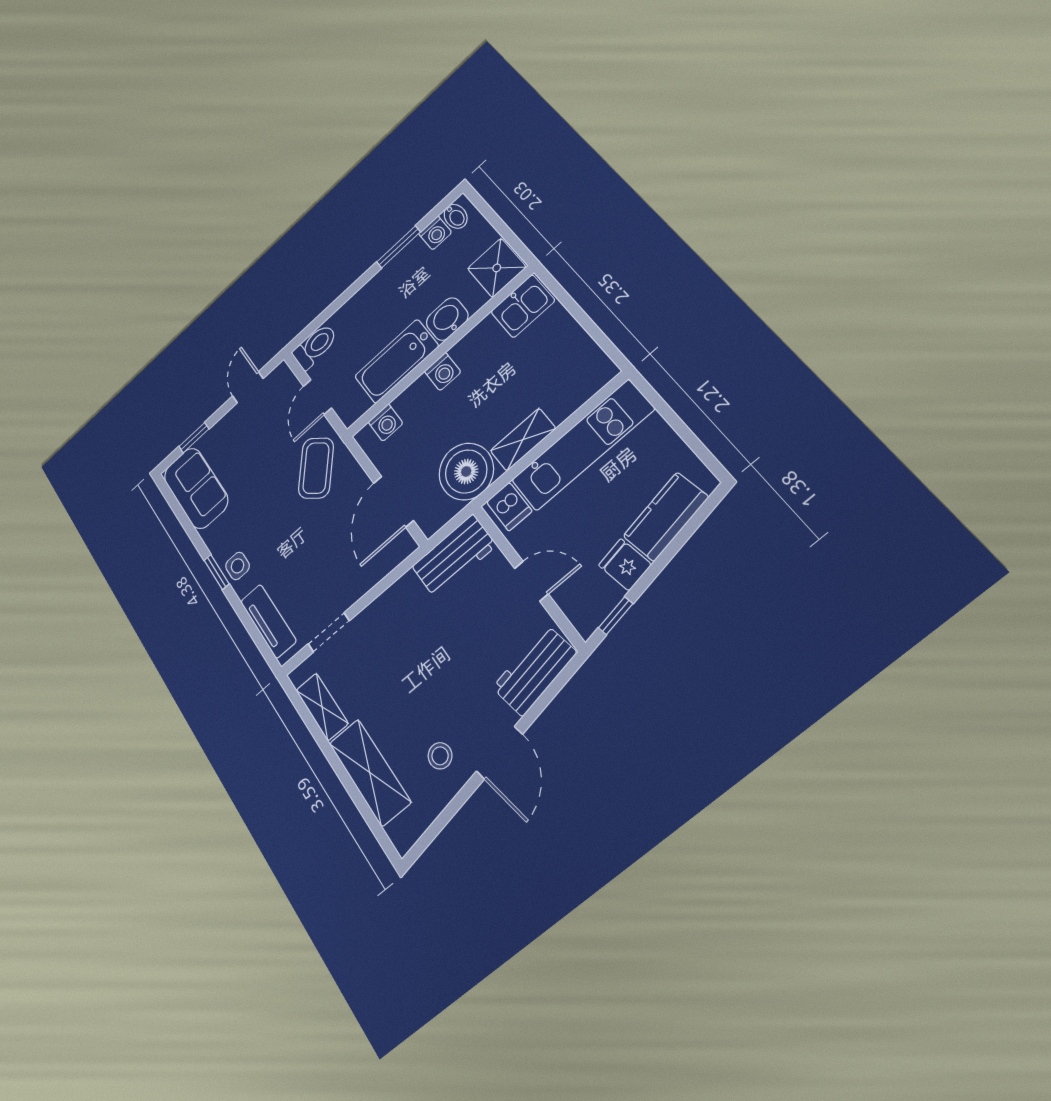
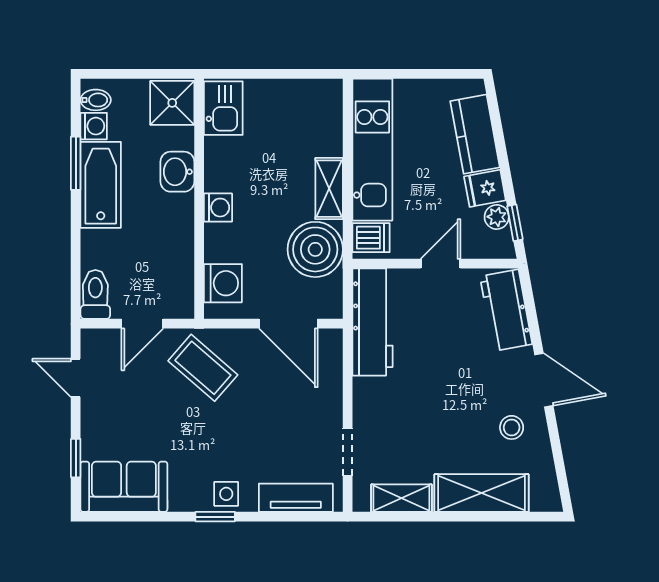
bathtub: (396, 361) -> (101, 185), moved, turned 180
door: (317, 397) -> (142, 324), hinge flipped
washing machine: (386, 423) -> (223, 283), width x1.38, depth x1.38
workbench: (454, 556) -> (373, 322), width x1.37
plant: (608, 596) -> (497, 217), added

